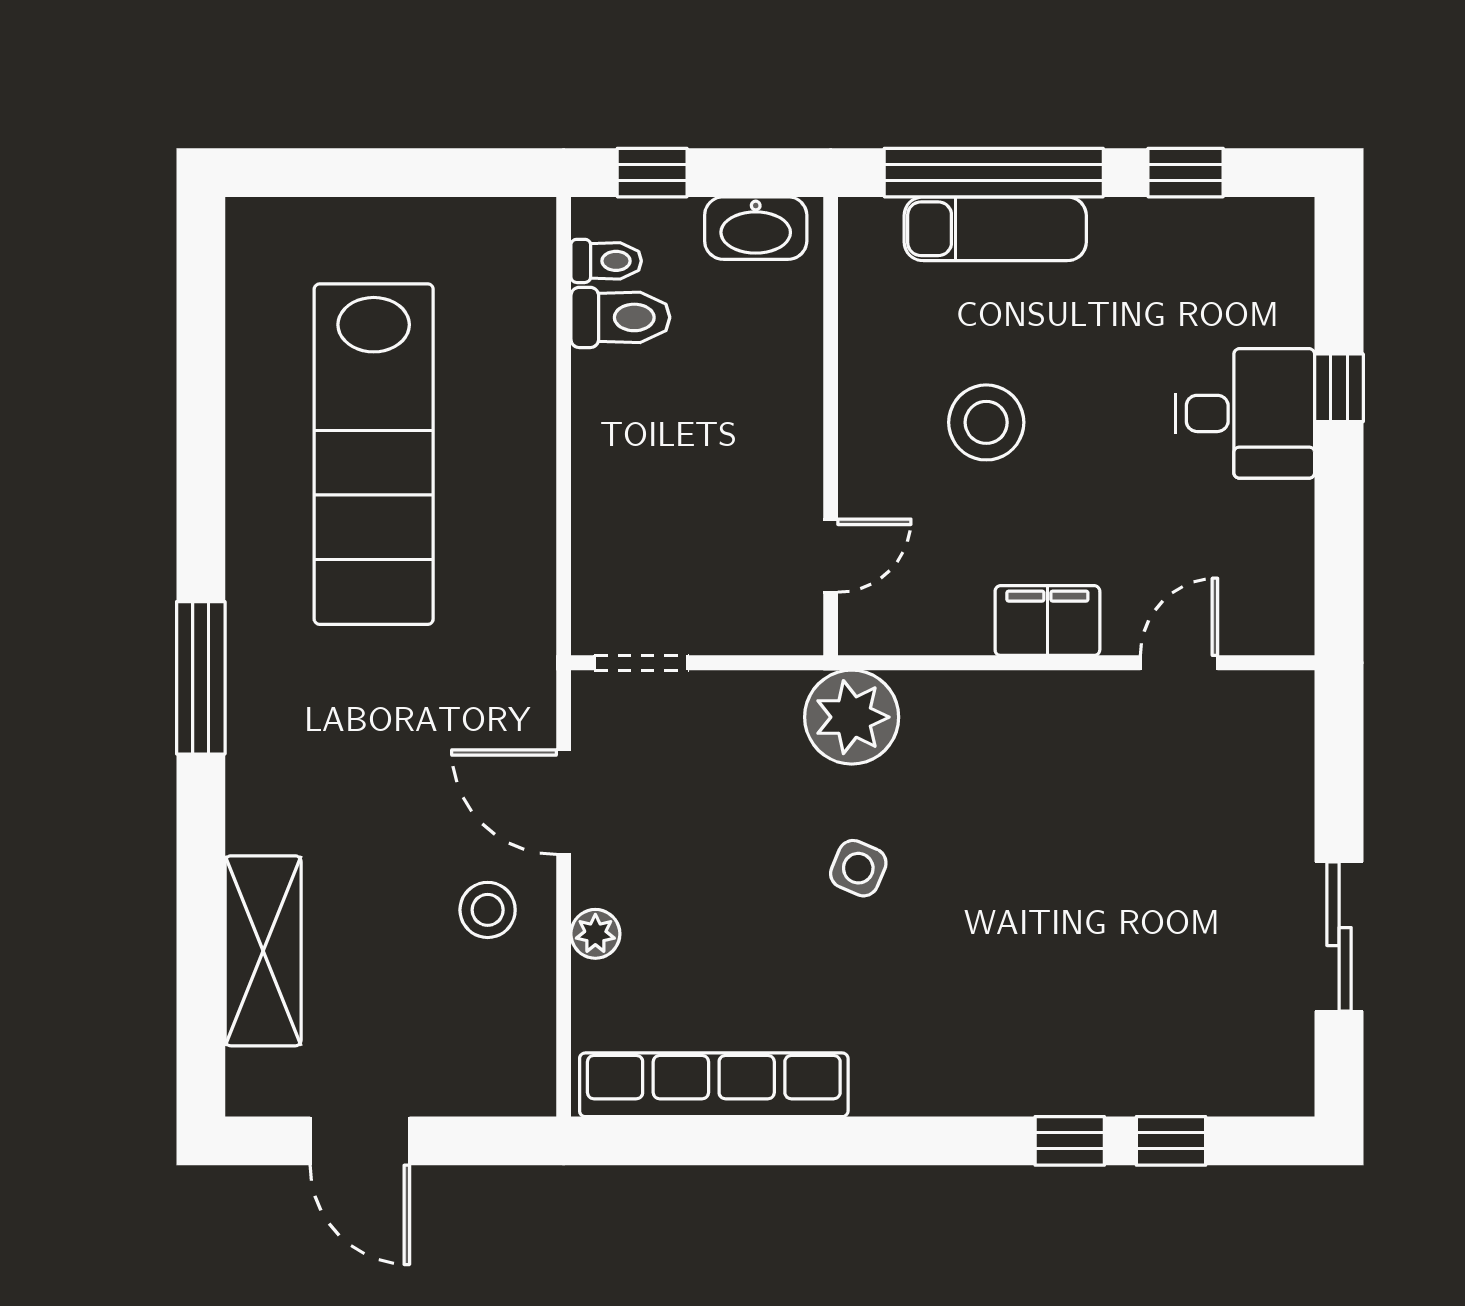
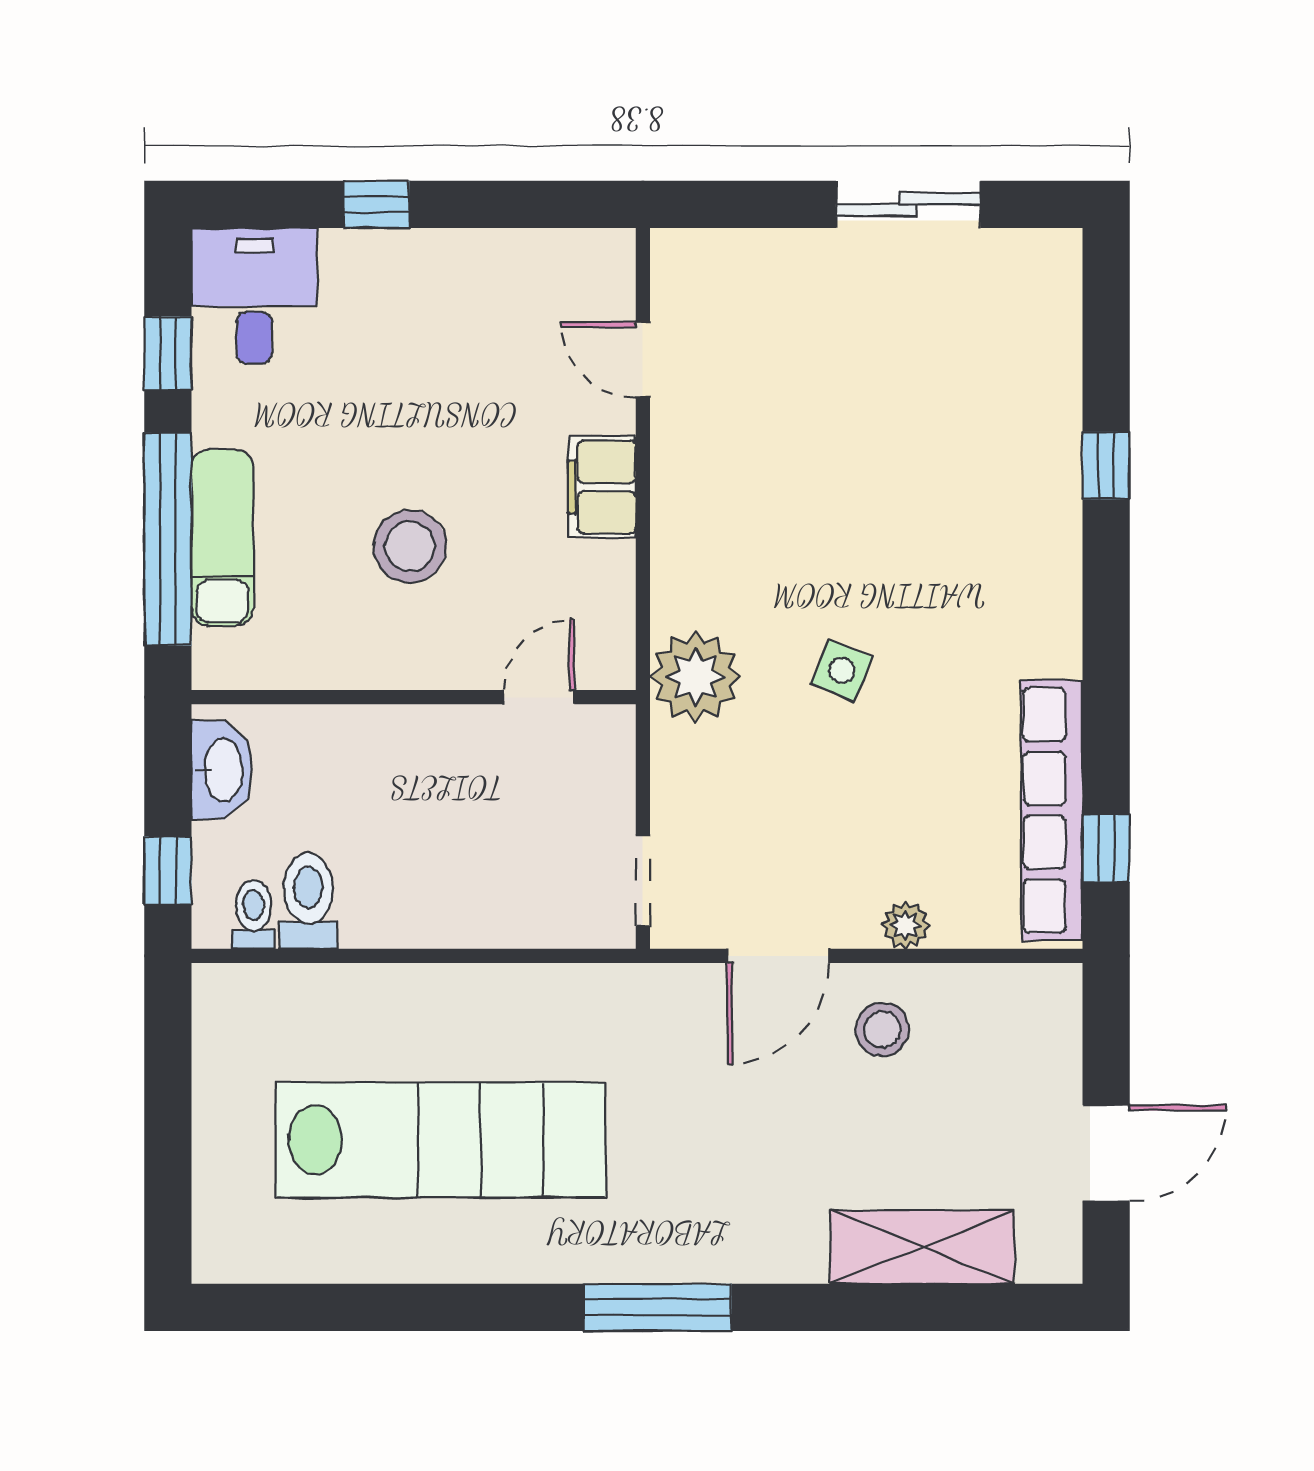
desk: (1245, 413) -> (254, 296), moved
door: (831, 556) -> (539, 697), hinge flipped
window: (1171, 1141) -> (1106, 848), moved

